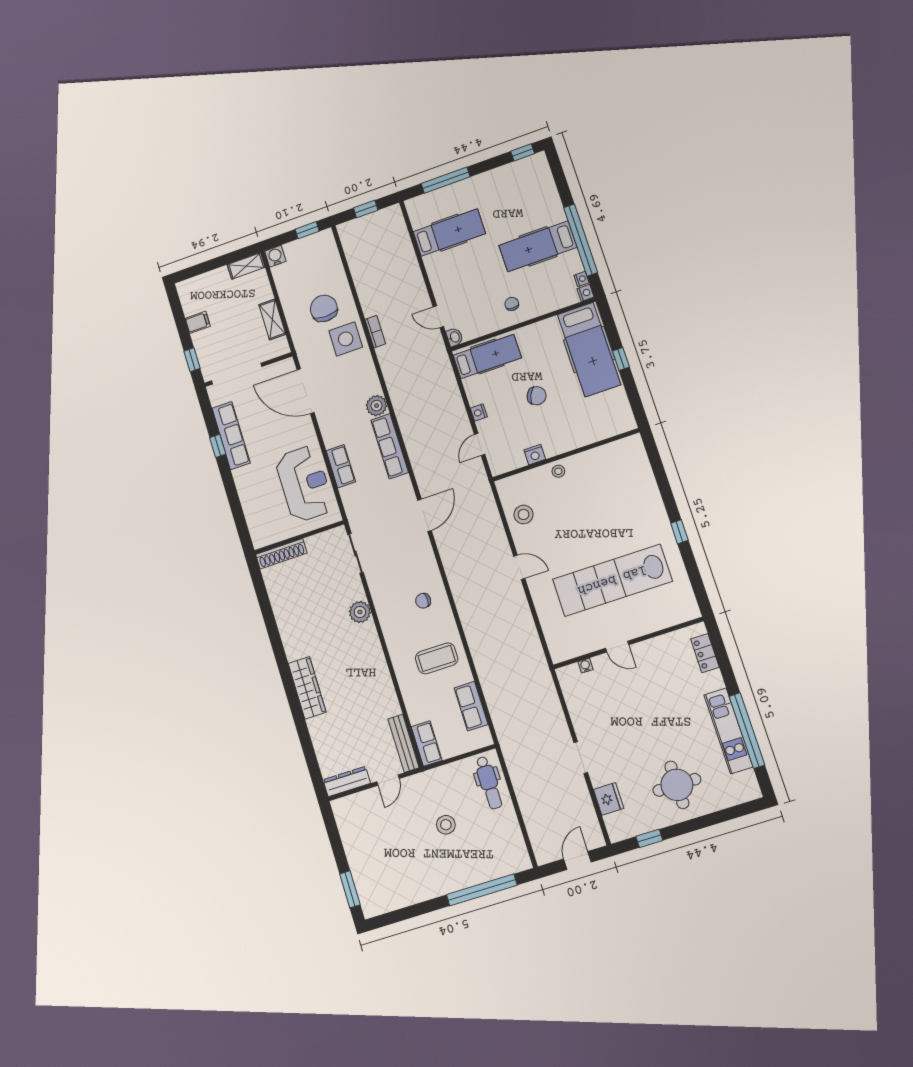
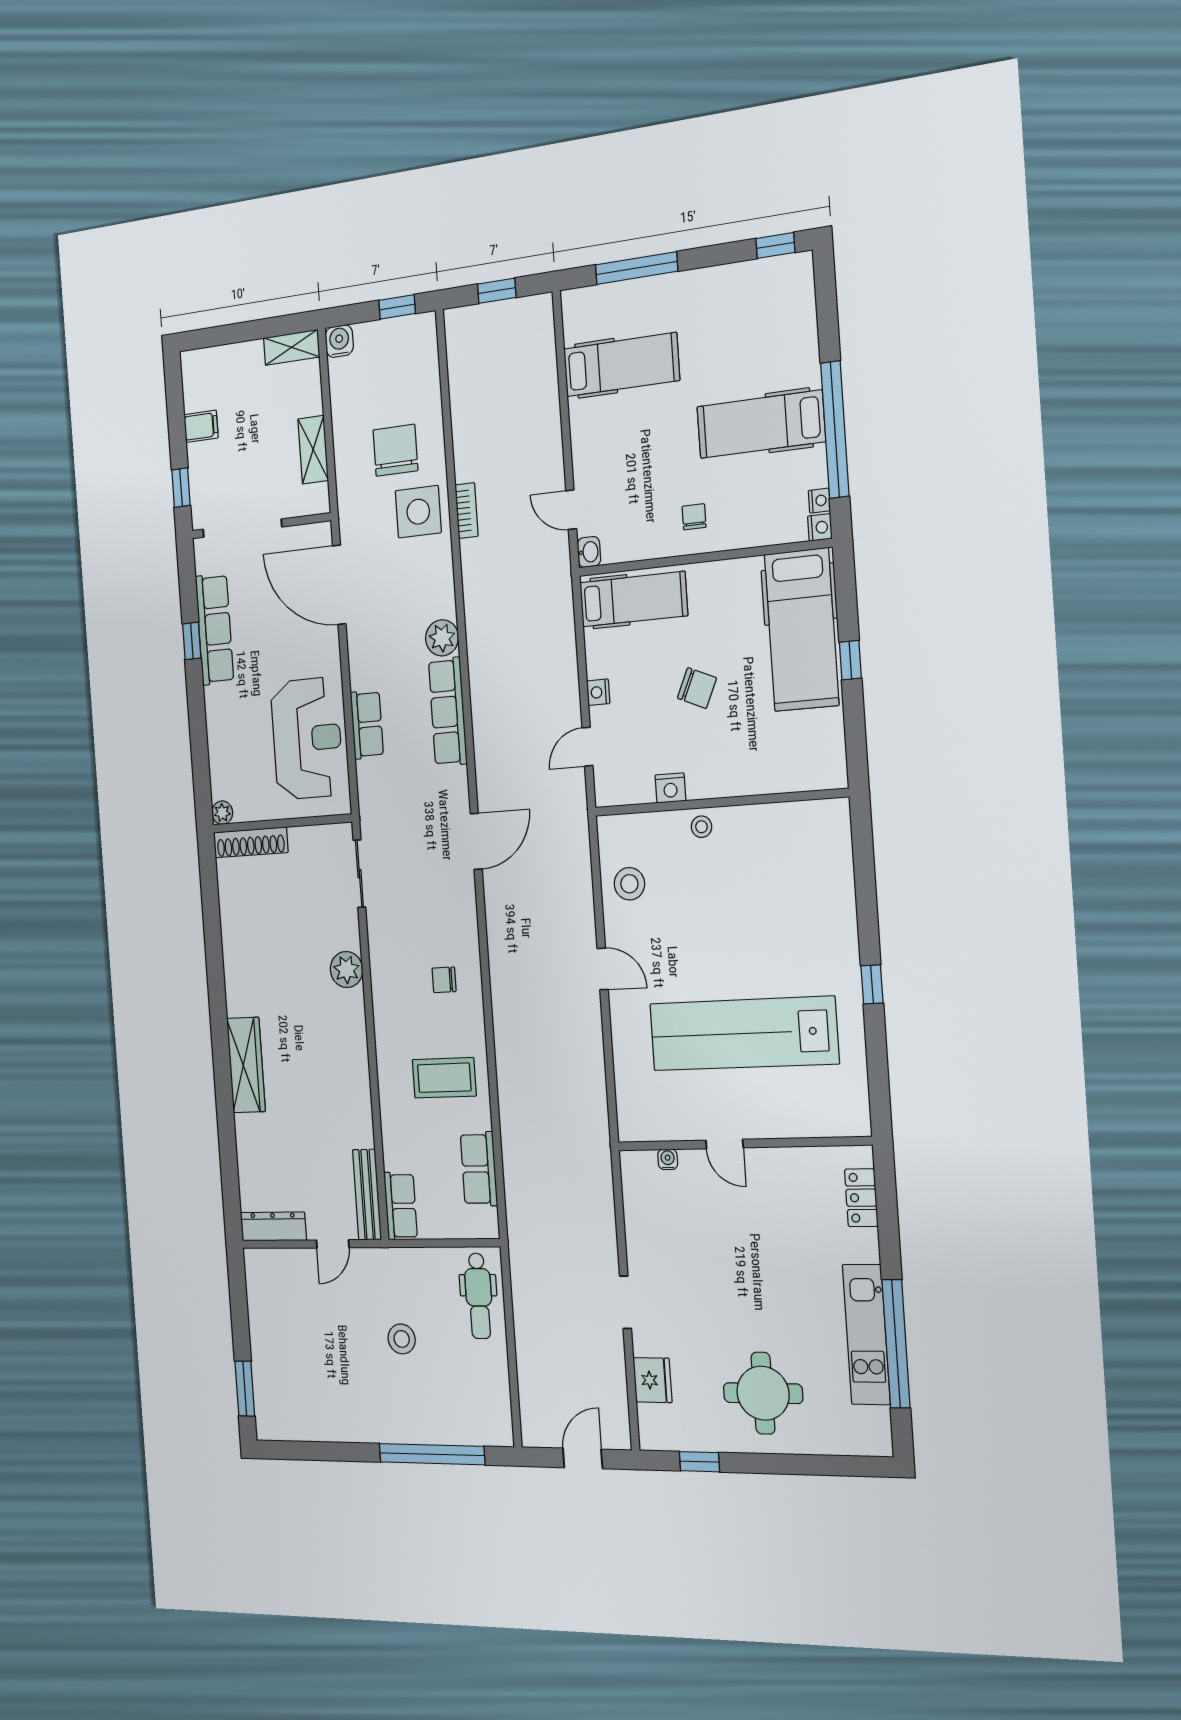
plant: (259, 541) -> (222, 813), added

